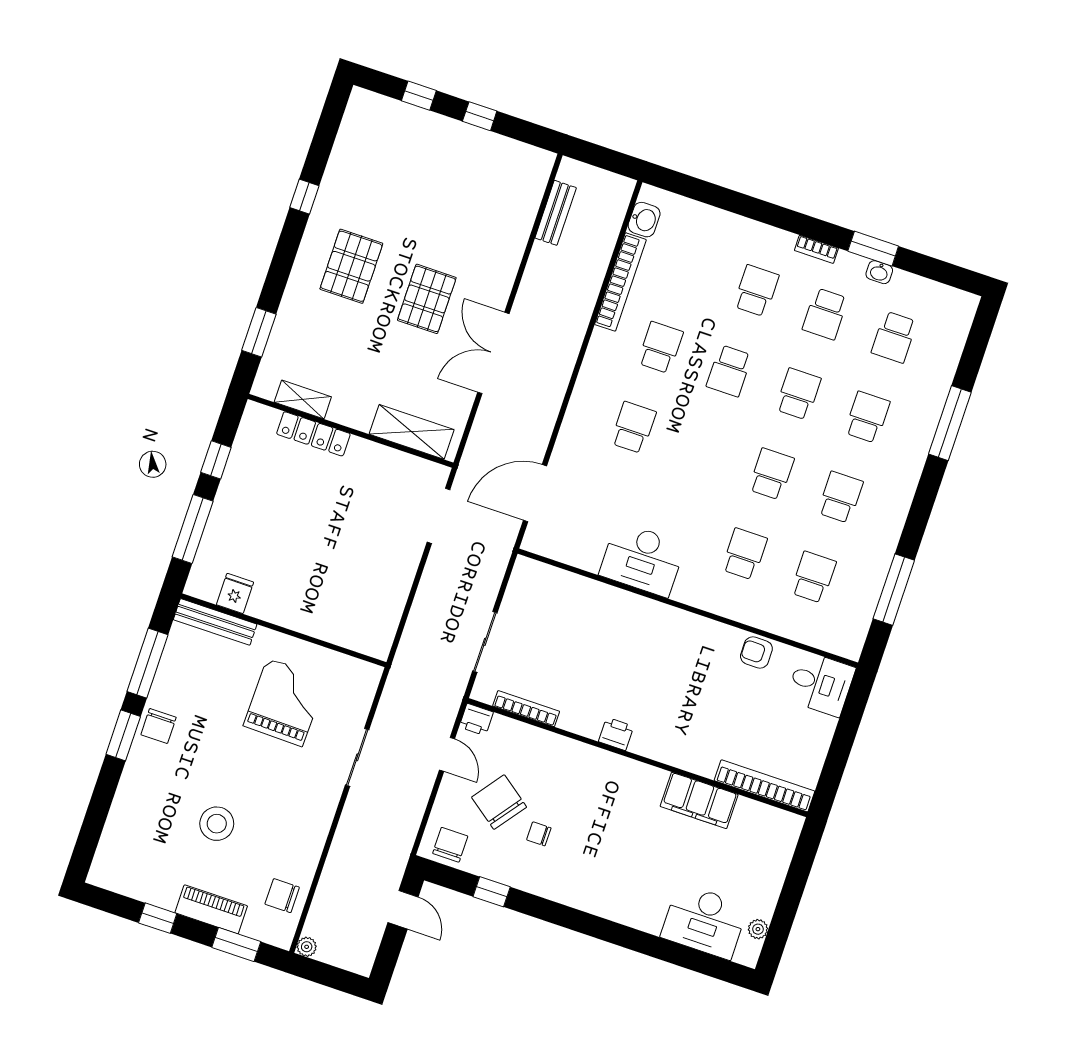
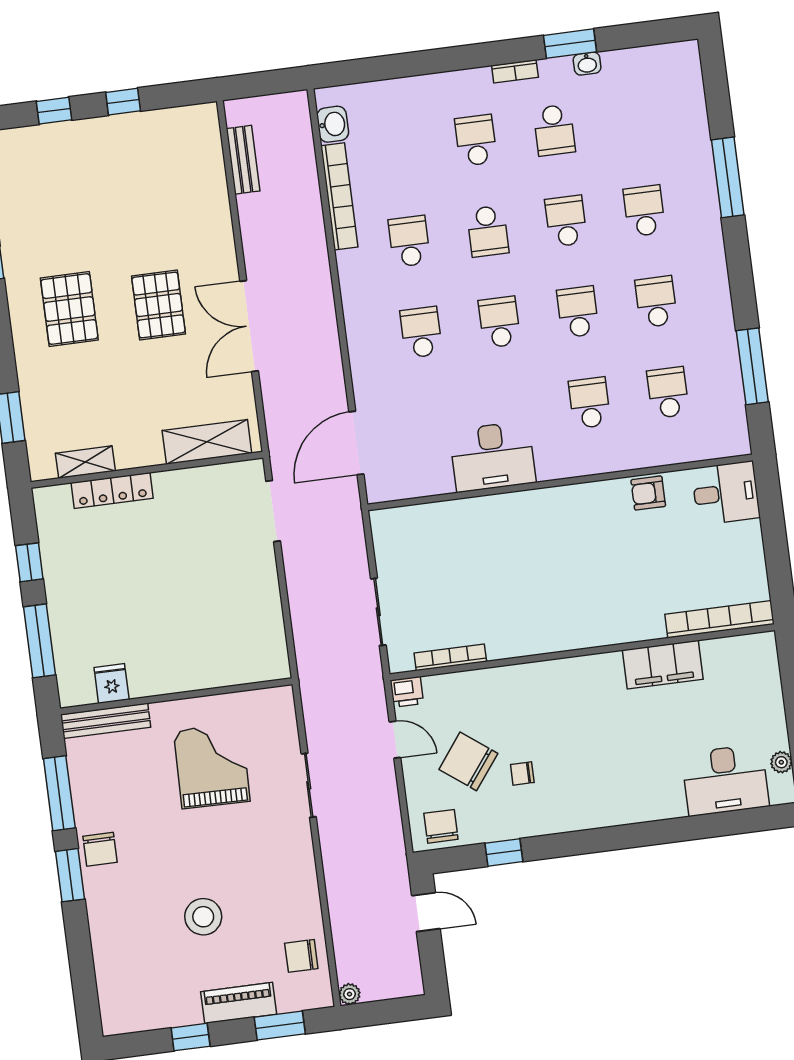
school desk: (894, 337) -> (499, 322), moved, turned 180
printer: (616, 734) -> (550, 639), removed

